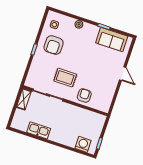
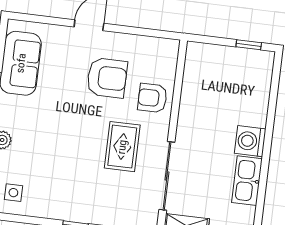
armchair: (54, 45) -> (107, 78), moved
washing machine: (83, 144) -> (250, 141), moved

